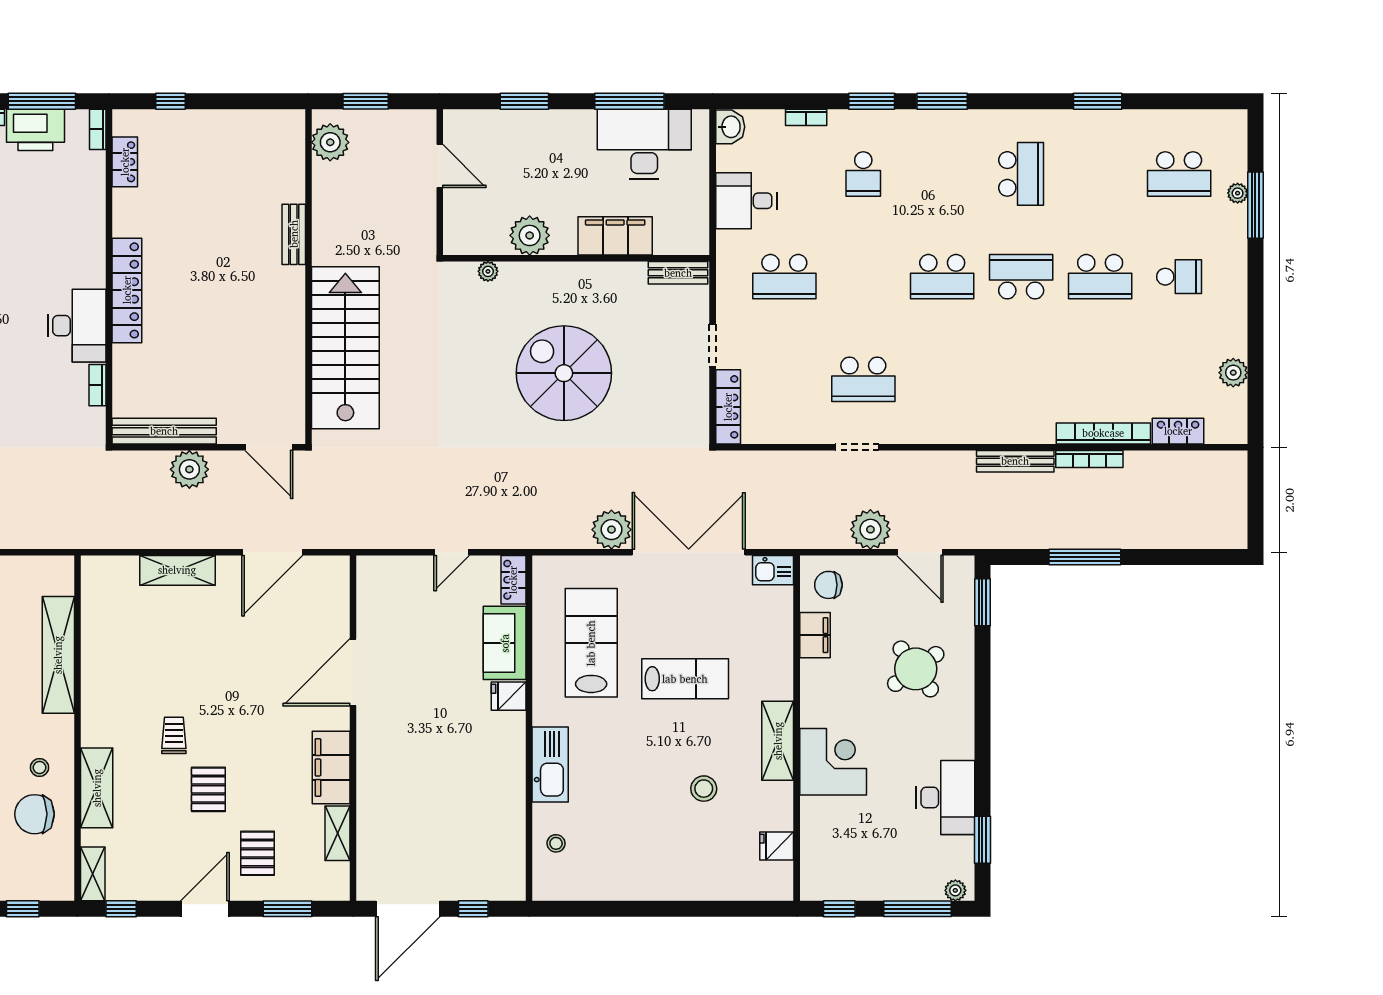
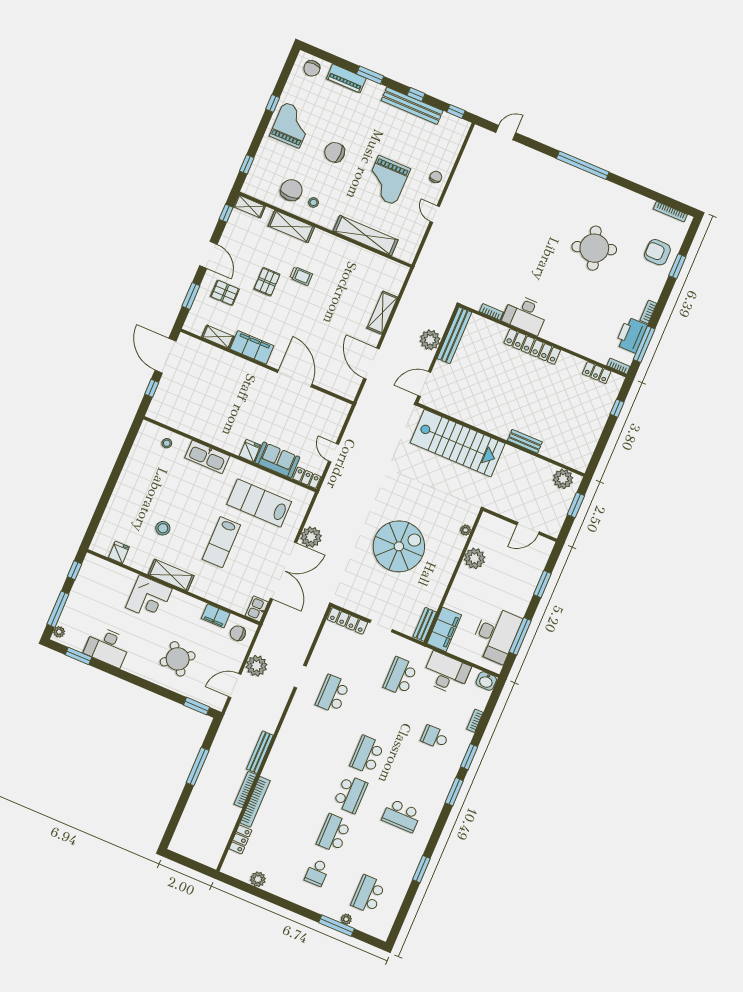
desk: (746, 201) -> (446, 673), width x1.37
filing cabinet: (615, 236) -> (444, 629), moved
chair: (828, 585) -> (238, 633), turned -90
lab bench: (591, 643) -> (259, 503), turned 180
pallet: (208, 789) -> (267, 282), turned 90

